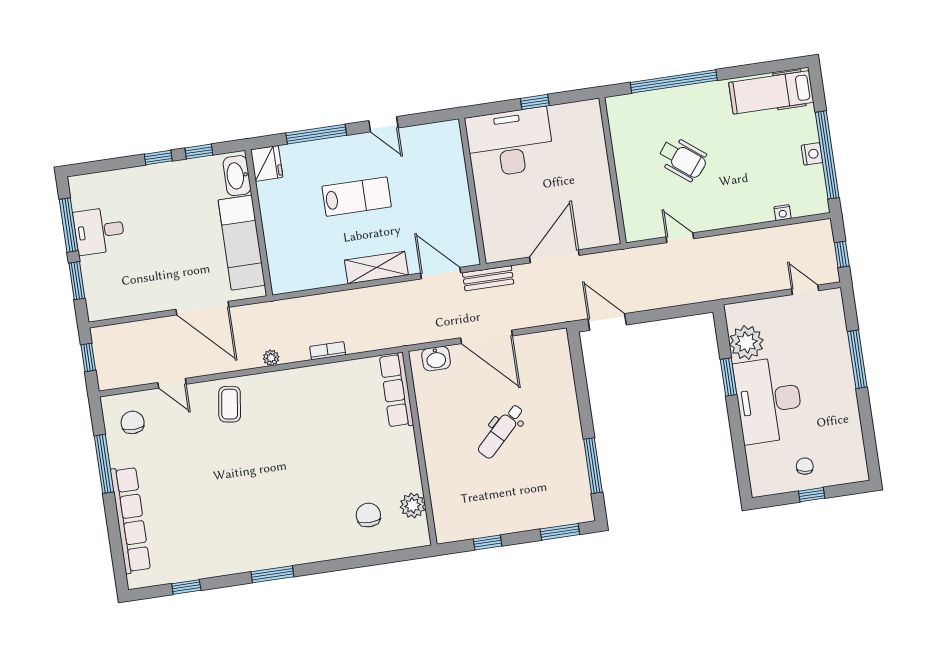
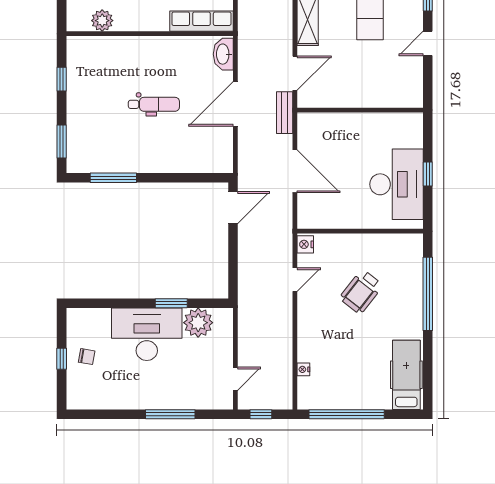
desk: (510, 143) -> (397, 184), moved
nightstand: (812, 154) -> (305, 244), moved, turned 90
washbasin: (436, 359) -> (223, 54), width x1.38
dental chair: (501, 431) -> (154, 104), turned 135

